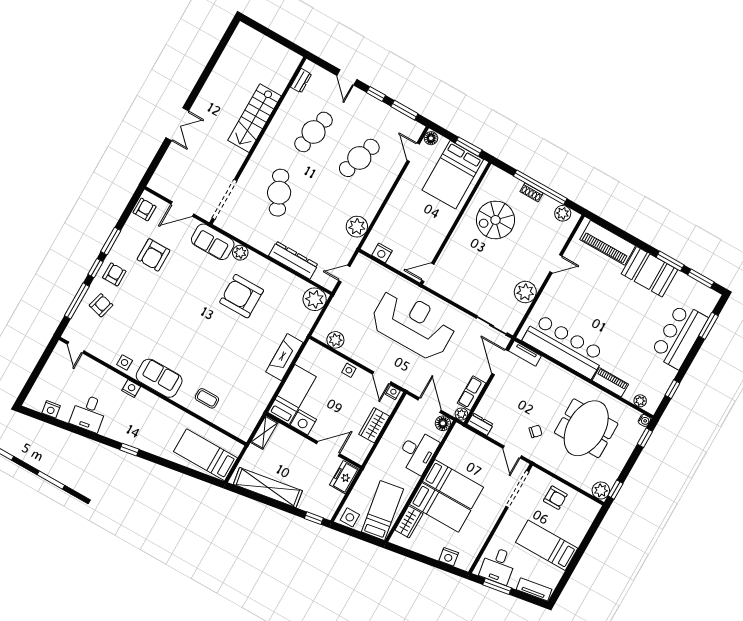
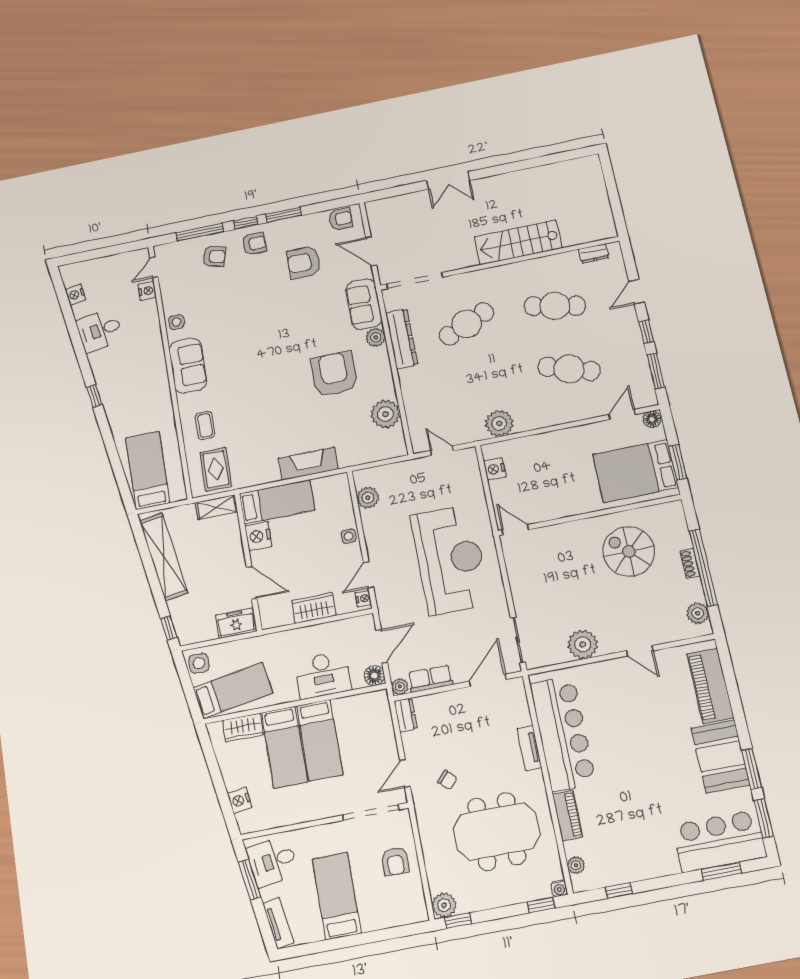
dresser: (293, 260) -> (402, 339), moved
plant: (315, 299) -> (385, 414), moved
bar counter: (679, 336) -> (719, 841), moved
tv unit: (525, 353) -> (529, 748), moved
nightstand: (131, 389) -> (147, 291), moved
rug: (240, 414) -> (216, 469), added

